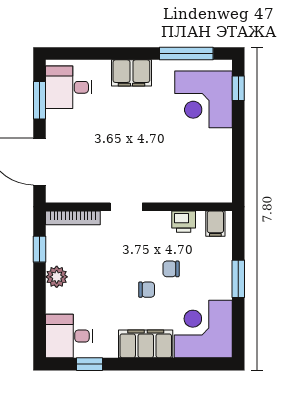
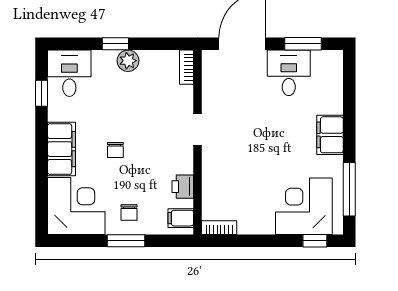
desk: (69, 87) -> (289, 73), moved
bookcase: (225, 185) -> (219, 228), added
bookcase: (73, 218) -> (186, 67), width x0.64
window: (39, 249) -> (115, 44), moved
chair: (171, 269) -> (129, 212), moved, turned 180

